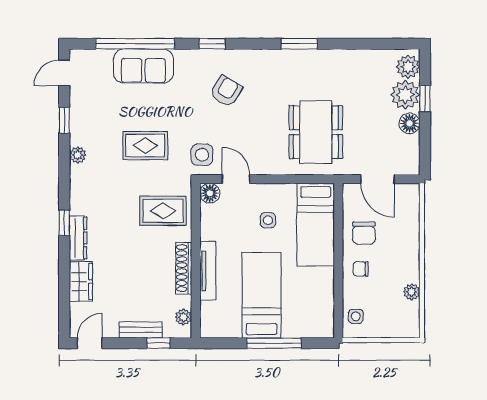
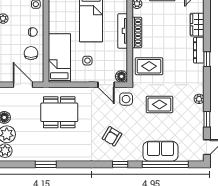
window: (299, 44) -> (46, 164), moved
dining table: (316, 132) -> (59, 112), turned 90

